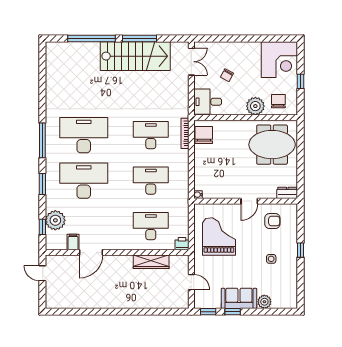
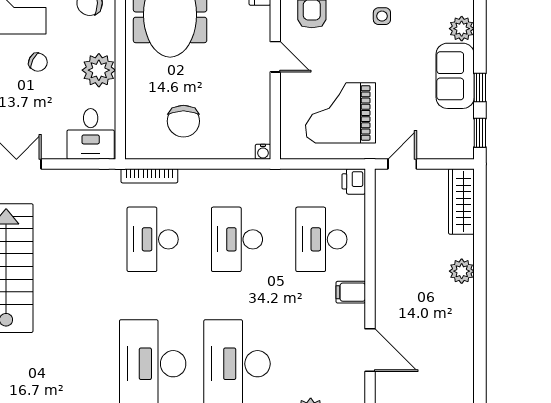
chair: (227, 75) -> (38, 62), moved
plant: (255, 106) -> (99, 70), moved
chair: (204, 135) -> (183, 121), moved, turned -90
filing cabinet: (73, 242) -> (351, 292), moved
wardrobe: (151, 262) -> (461, 201), moved, turned 180
door: (191, 282) -> (402, 164), moved
plant: (134, 302) -> (462, 271), added

